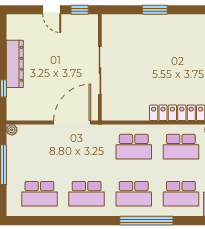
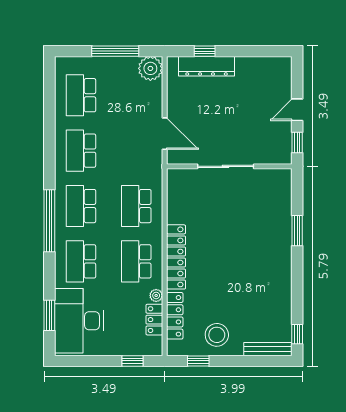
dresser: (15, 64) -> (207, 66), moved
door: (72, 123) -> (165, 134), width x0.73
plant: (12, 130) -> (150, 68), width x1.88, depth x1.88

